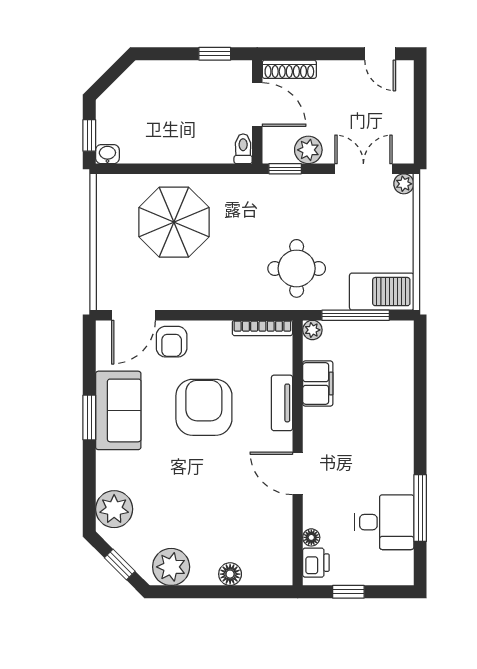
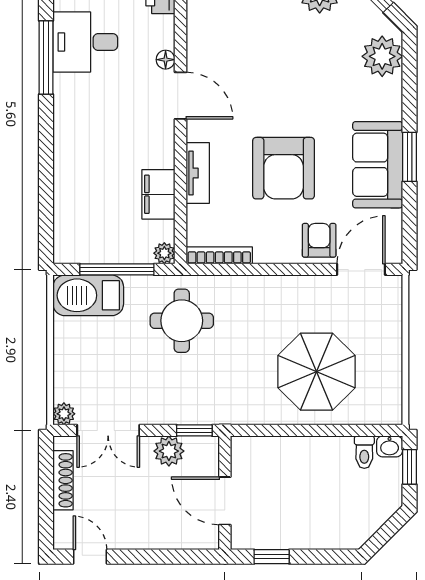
shoe rack: (289, 69) -> (63, 480), moved, turned 90
toilet: (243, 149) -> (364, 452), moved
floor lamp: (311, 537) -> (166, 60), moved

